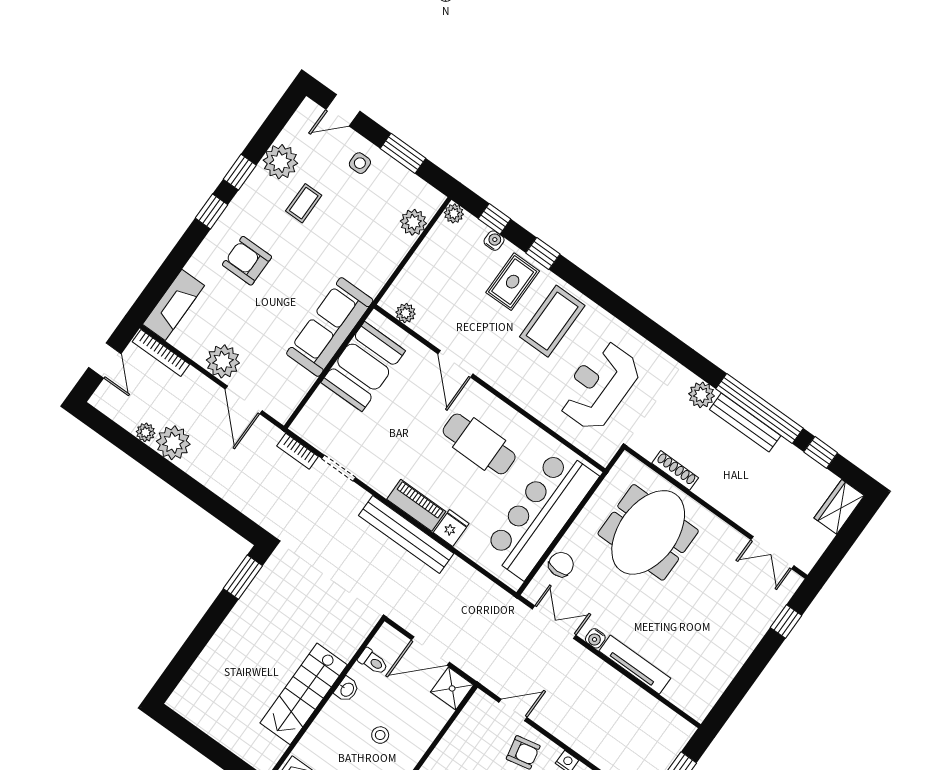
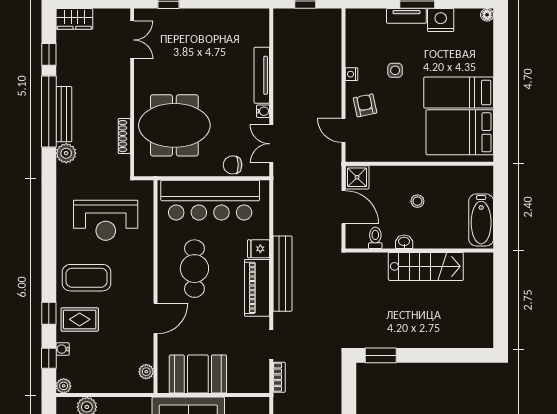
piano: (416, 505) -> (257, 288), width x1.37, depth x1.33

